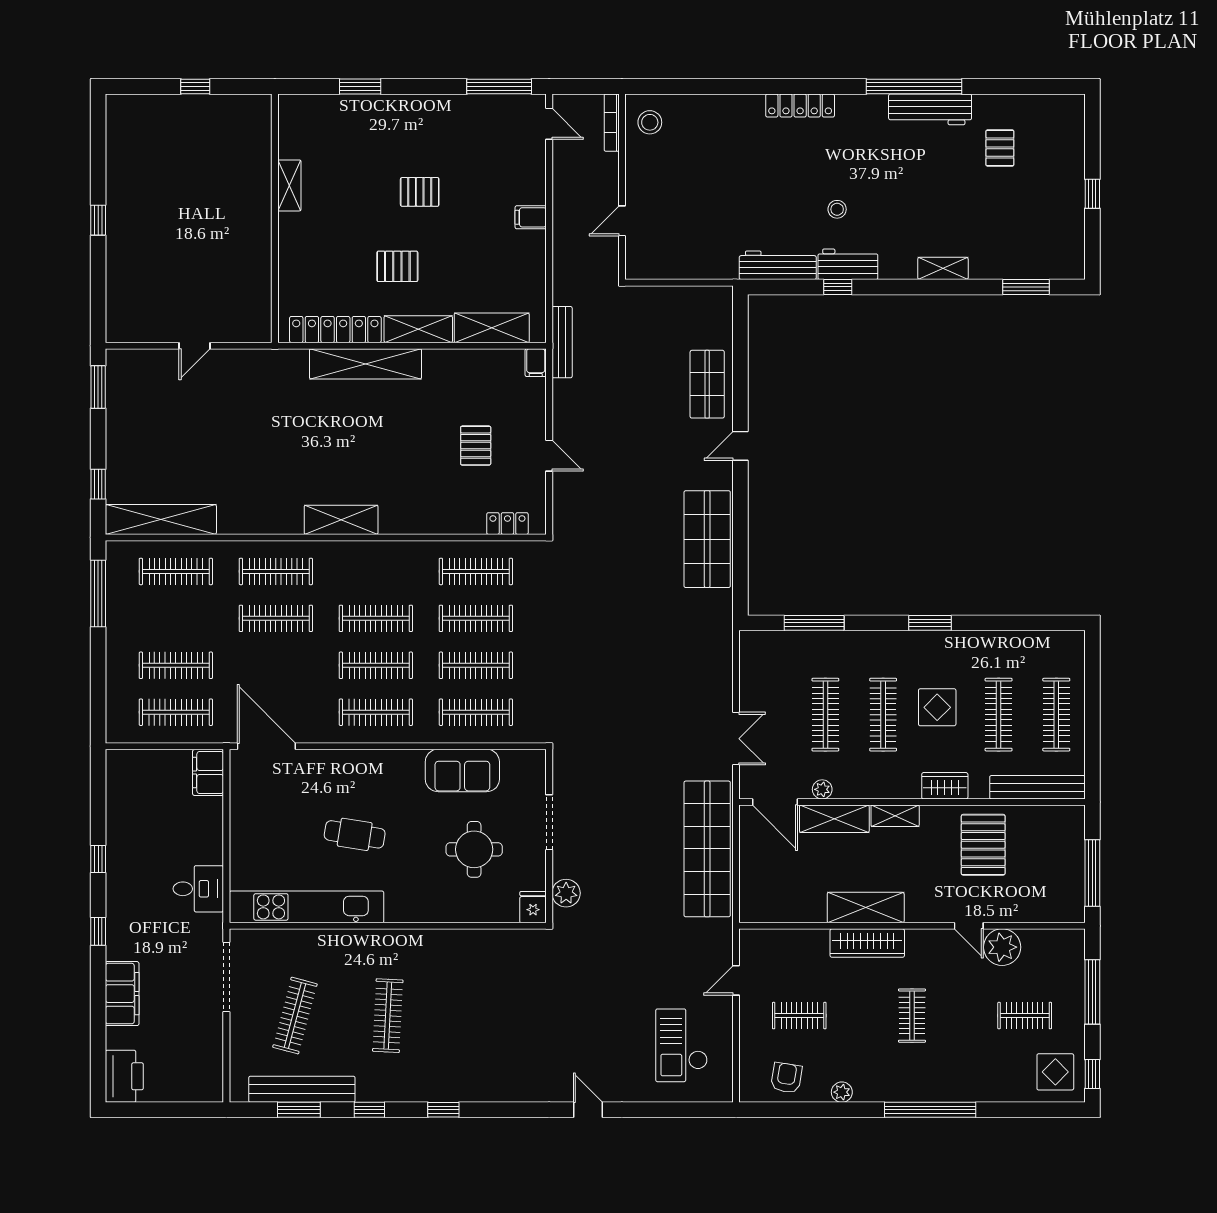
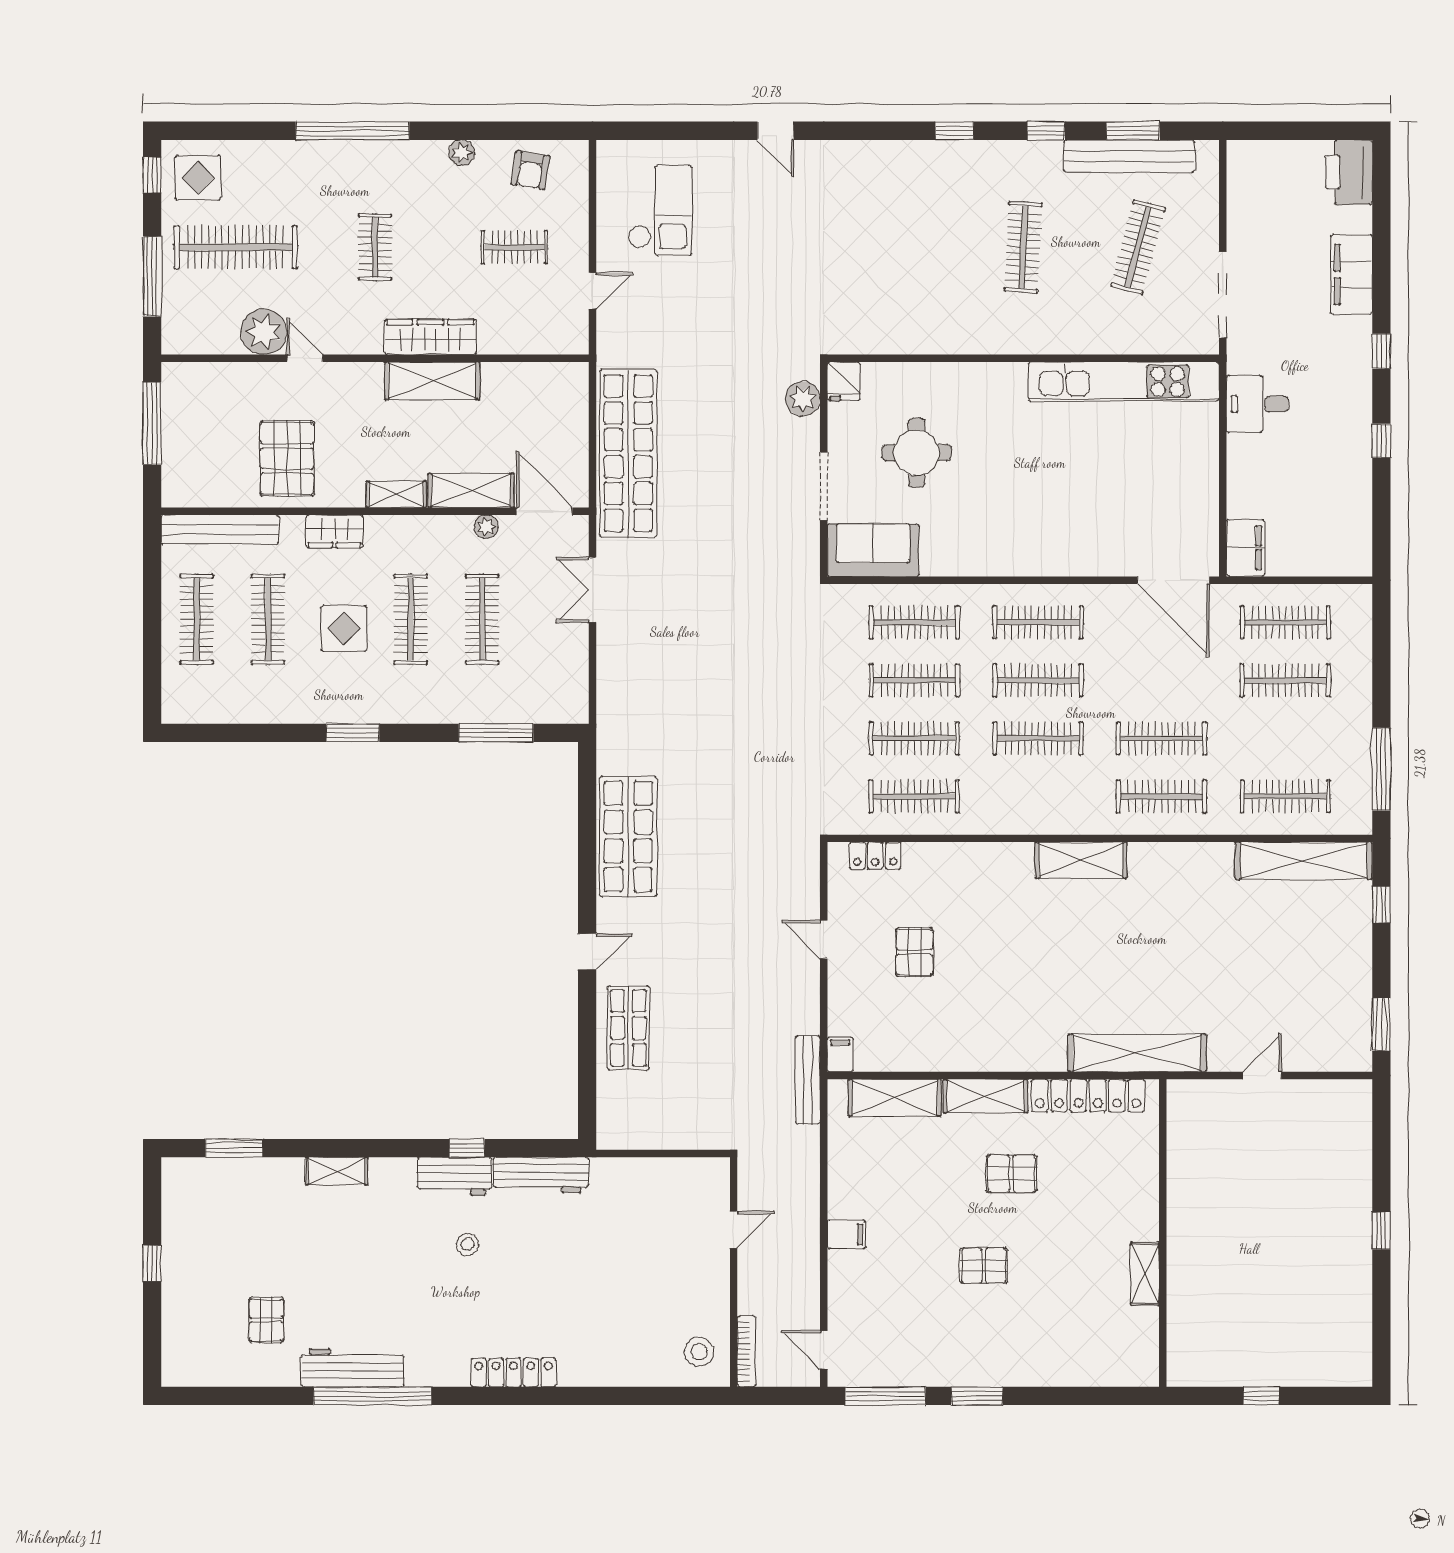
window: (360, 87) -> (977, 1396), moved
shelving: (366, 364) -> (1137, 1053), moved
sofa: (462, 770) -> (873, 550), moved
cafe table: (355, 834) -> (1064, 471), removed
clothes rail: (1025, 1016) -> (236, 247), width x1.86, depth x1.31

